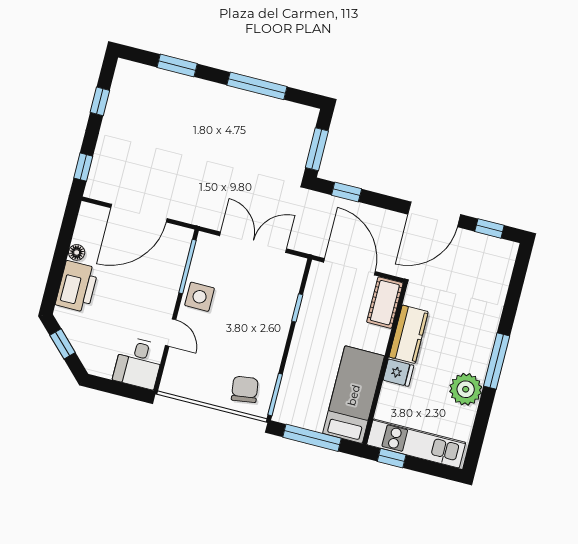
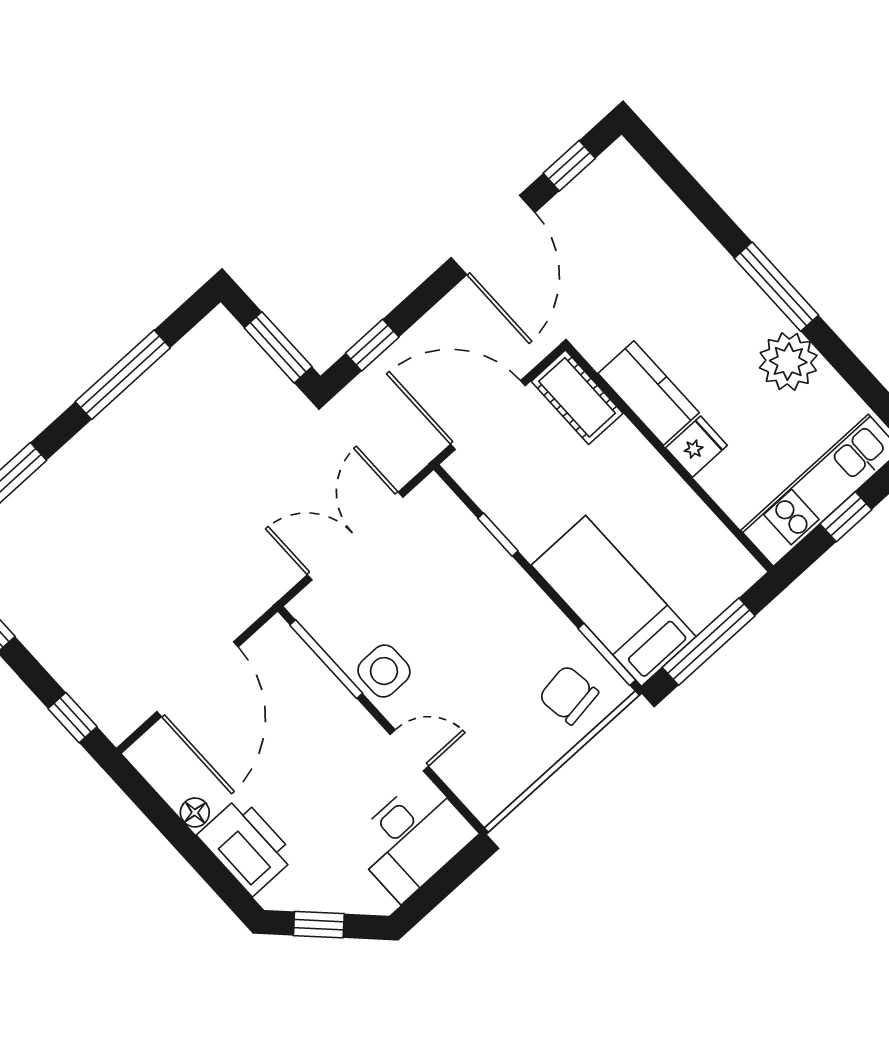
desk: (139, 363) -> (412, 839), width x1.37
bed: (354, 395) -> (614, 601), moved
window: (392, 458) -> (846, 517), moved

